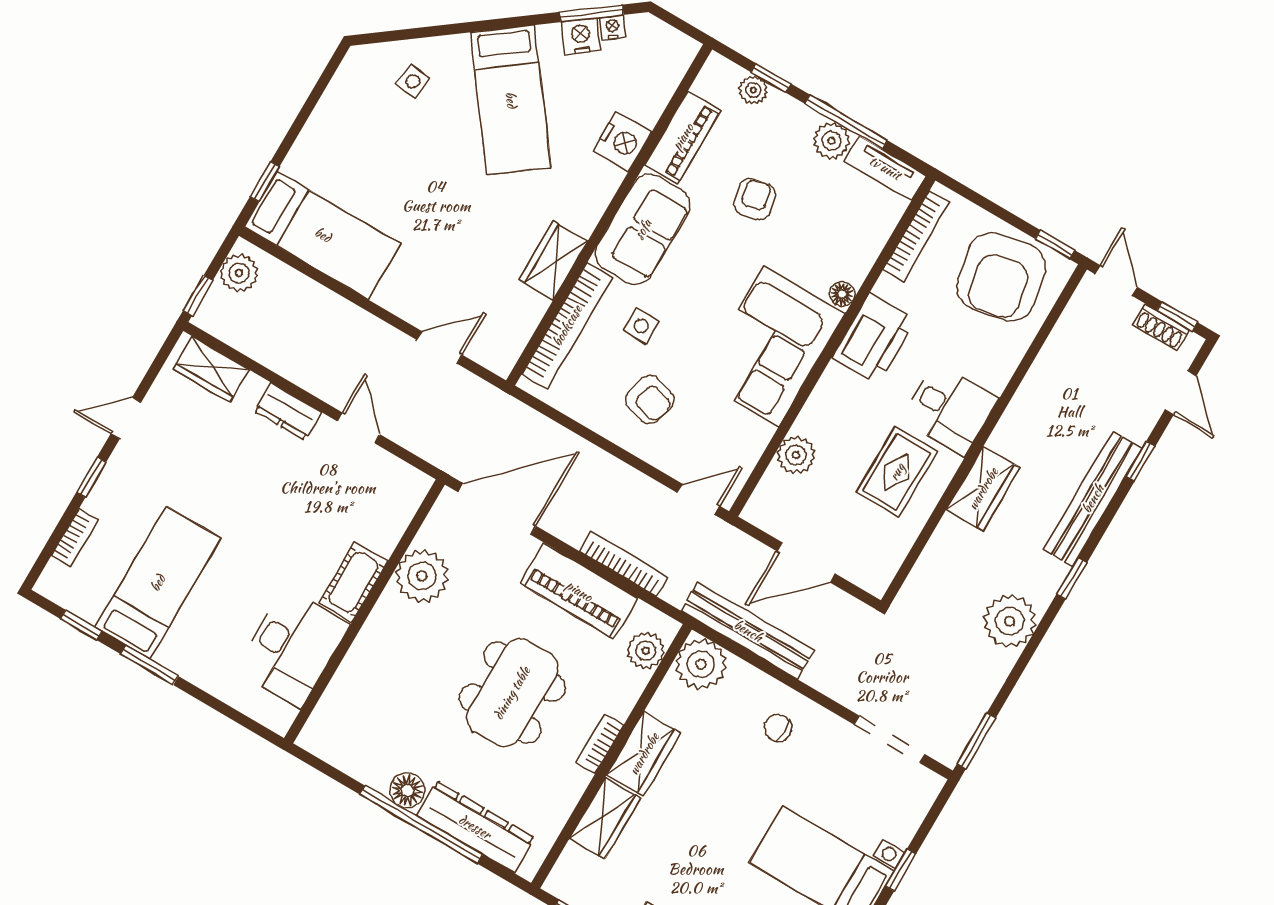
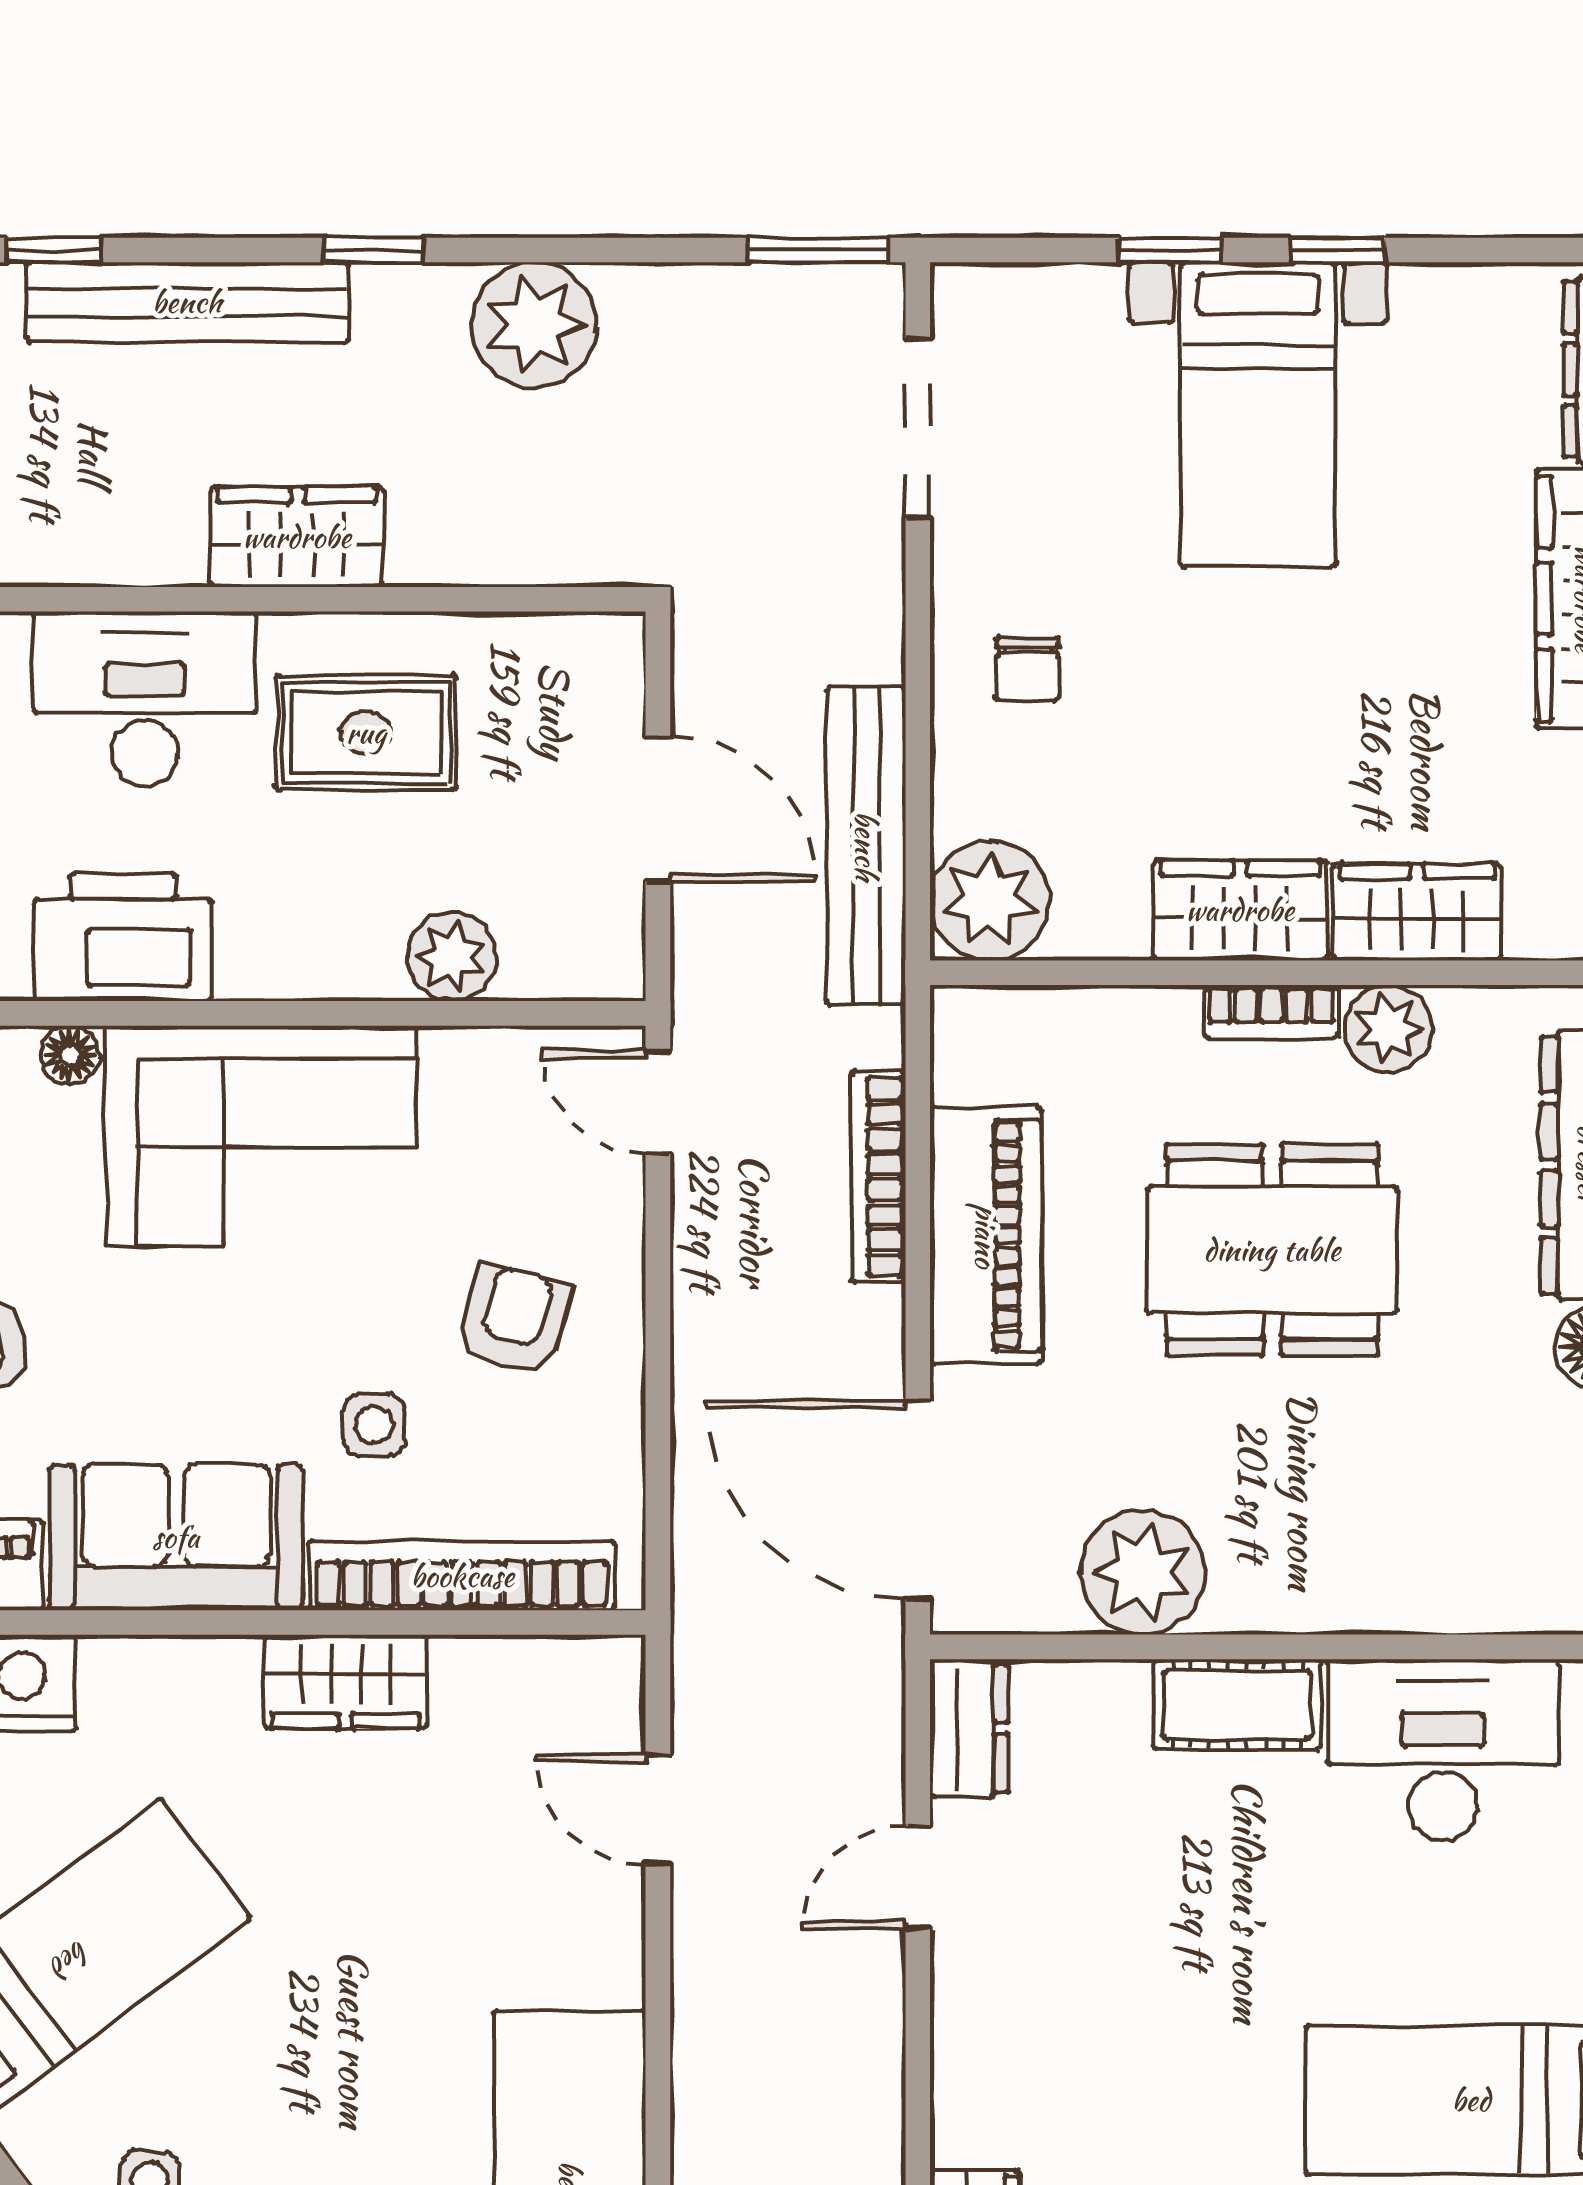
desk: (950, 409) -> (145, 699), width x1.37
dresser: (288, 412) -> (969, 1728), moved
plant: (646, 651) -> (1388, 1029), moved

